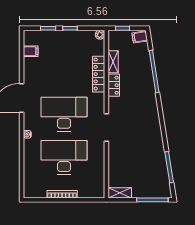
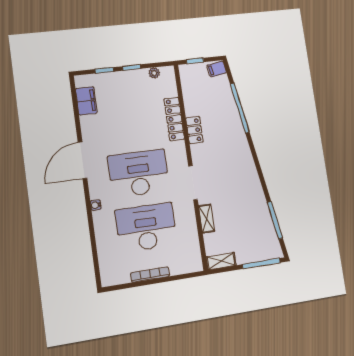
plant: (100, 35) -> (154, 73), moved
filing cabinet: (31, 51) -> (86, 101), width x2.00
shelving: (113, 62) -> (207, 219), moved

